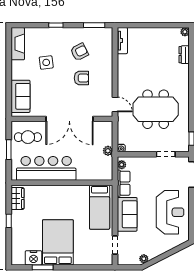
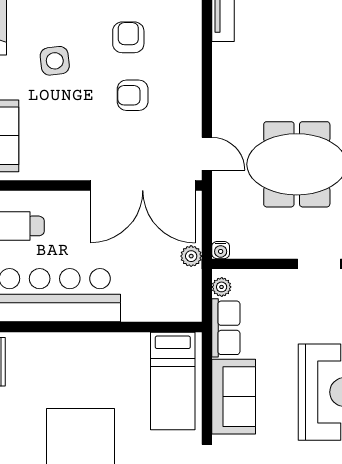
armchair: (79, 52) -> (128, 37), turned -63
armchair: (81, 78) -> (133, 95), turned 180
double door: (69, 119) -> (143, 185), moved

